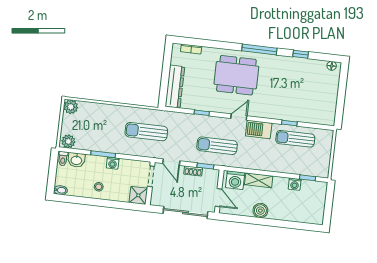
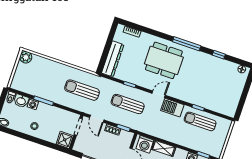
plant: (68, 141) -> (18, 85), removed
sun lounger: (217, 146) -> (128, 104), moved
washing machine: (113, 163) -> (33, 104), moved

